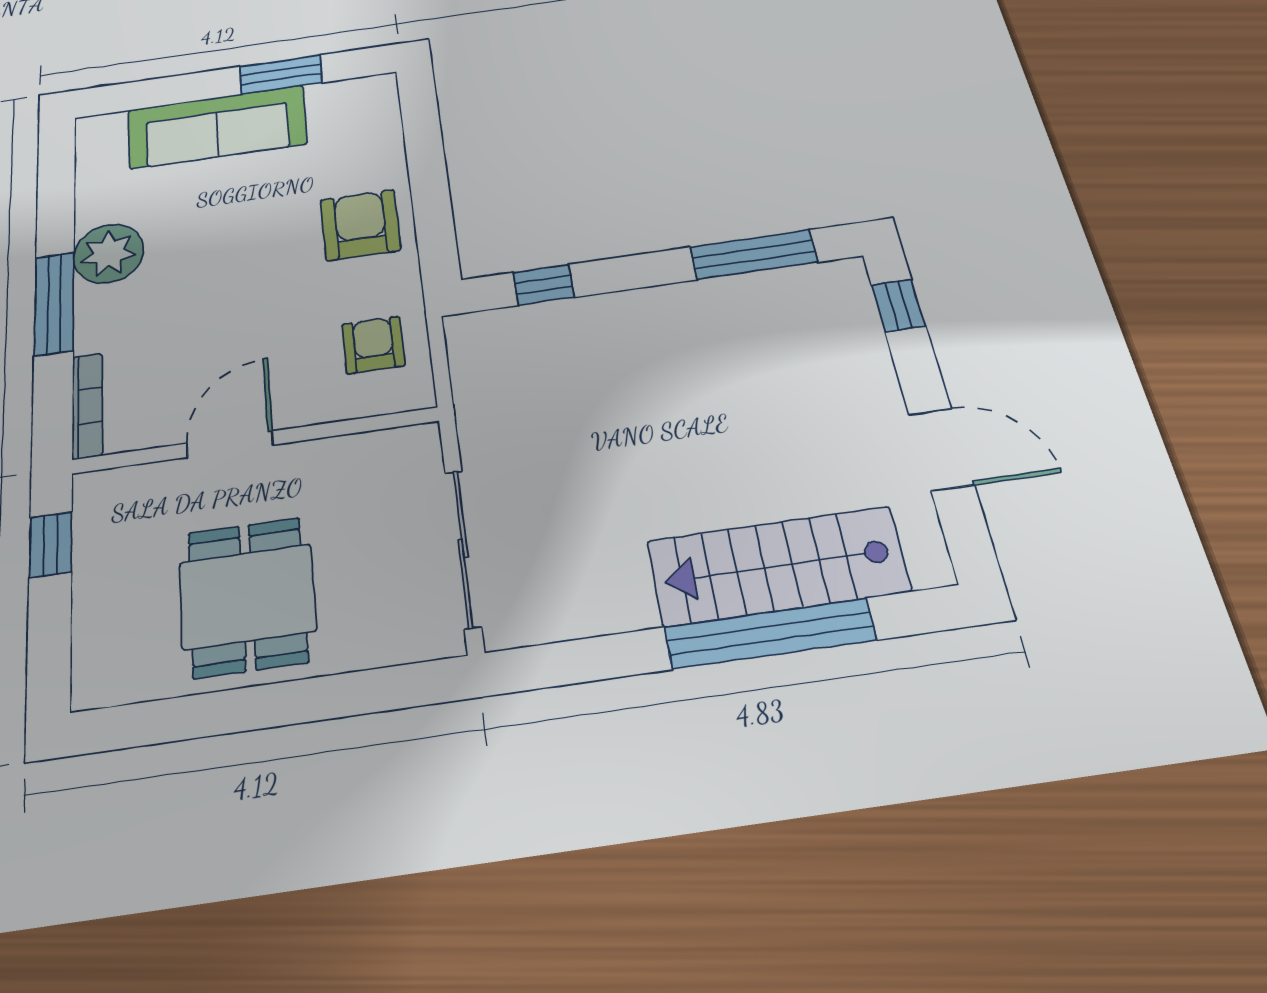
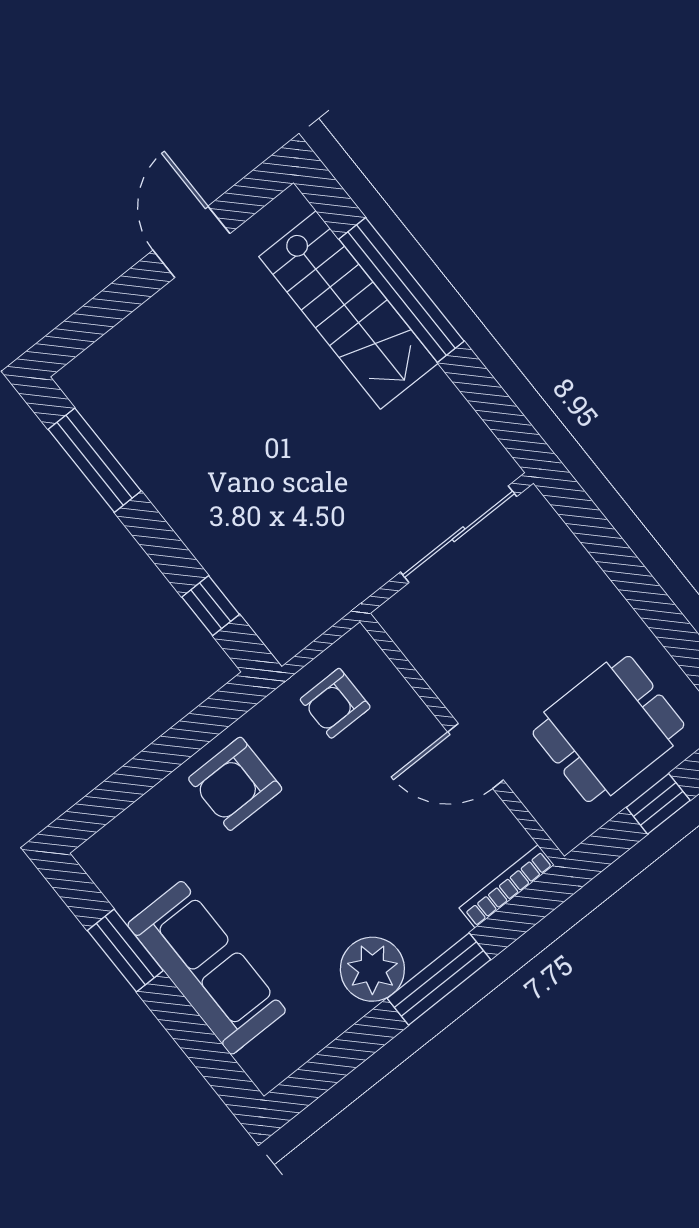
window: (898, 306) -> (82, 329), removed
window: (51, 544) -> (658, 804), moved
dining table: (247, 597) -> (608, 729), moved

